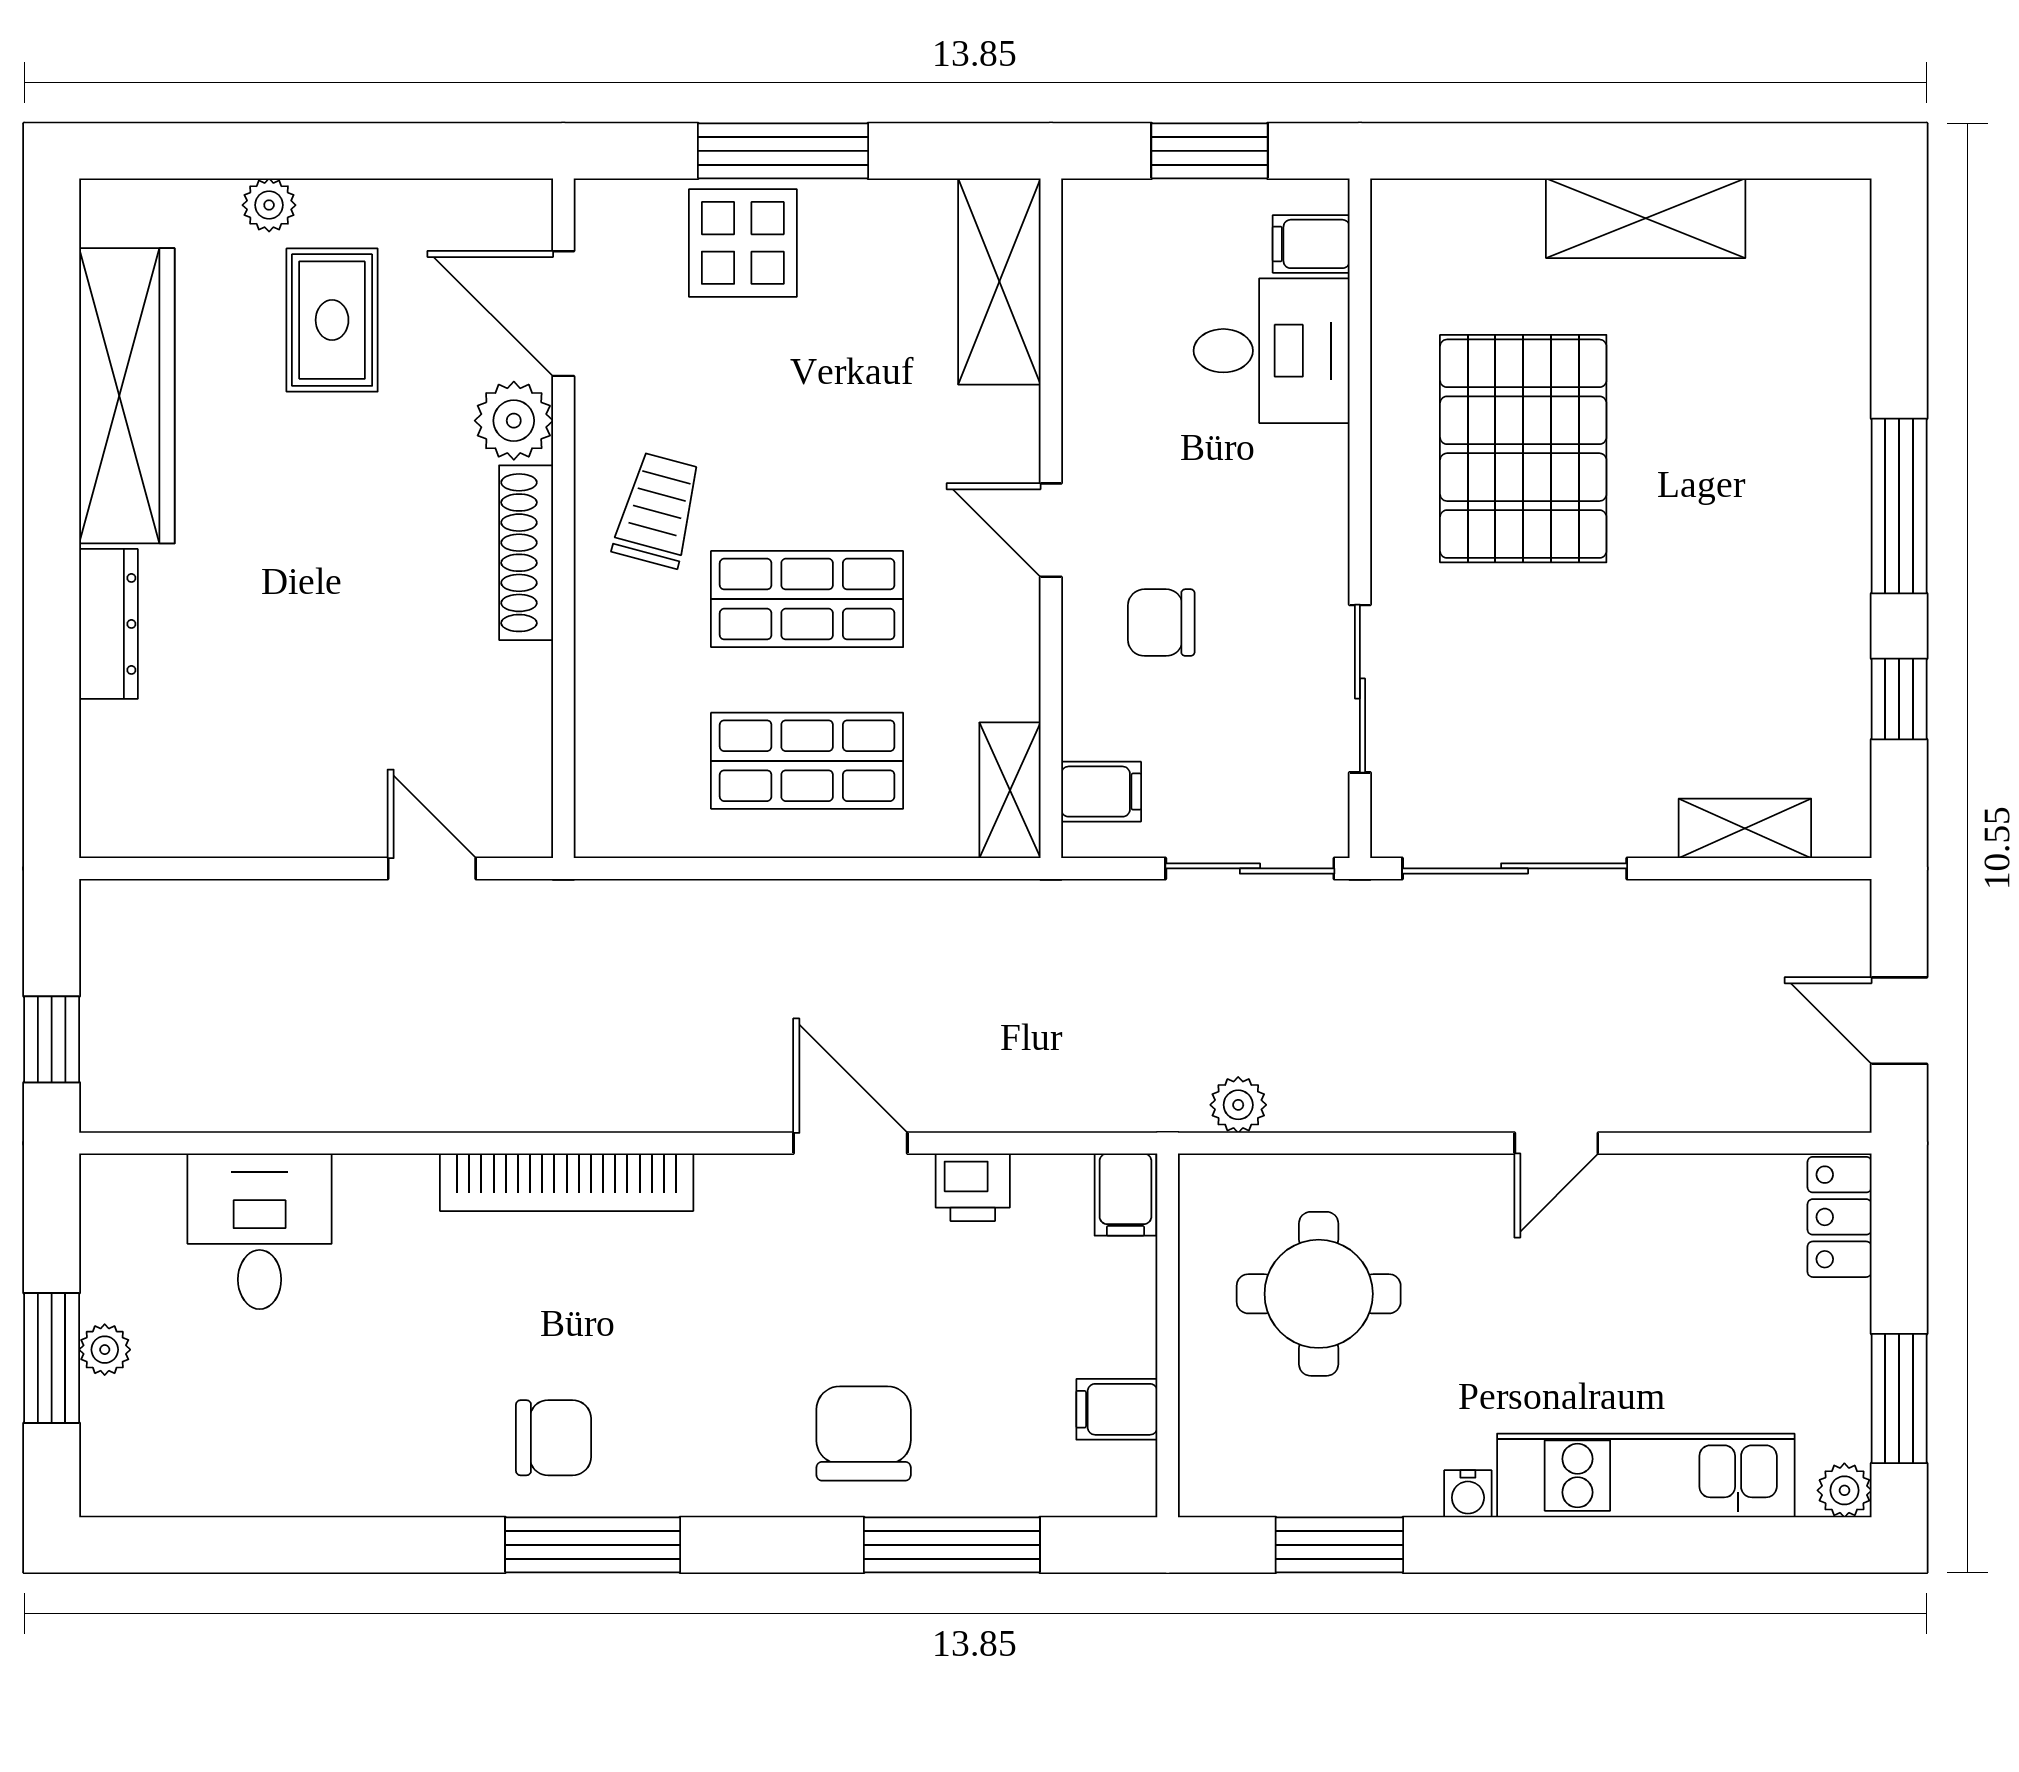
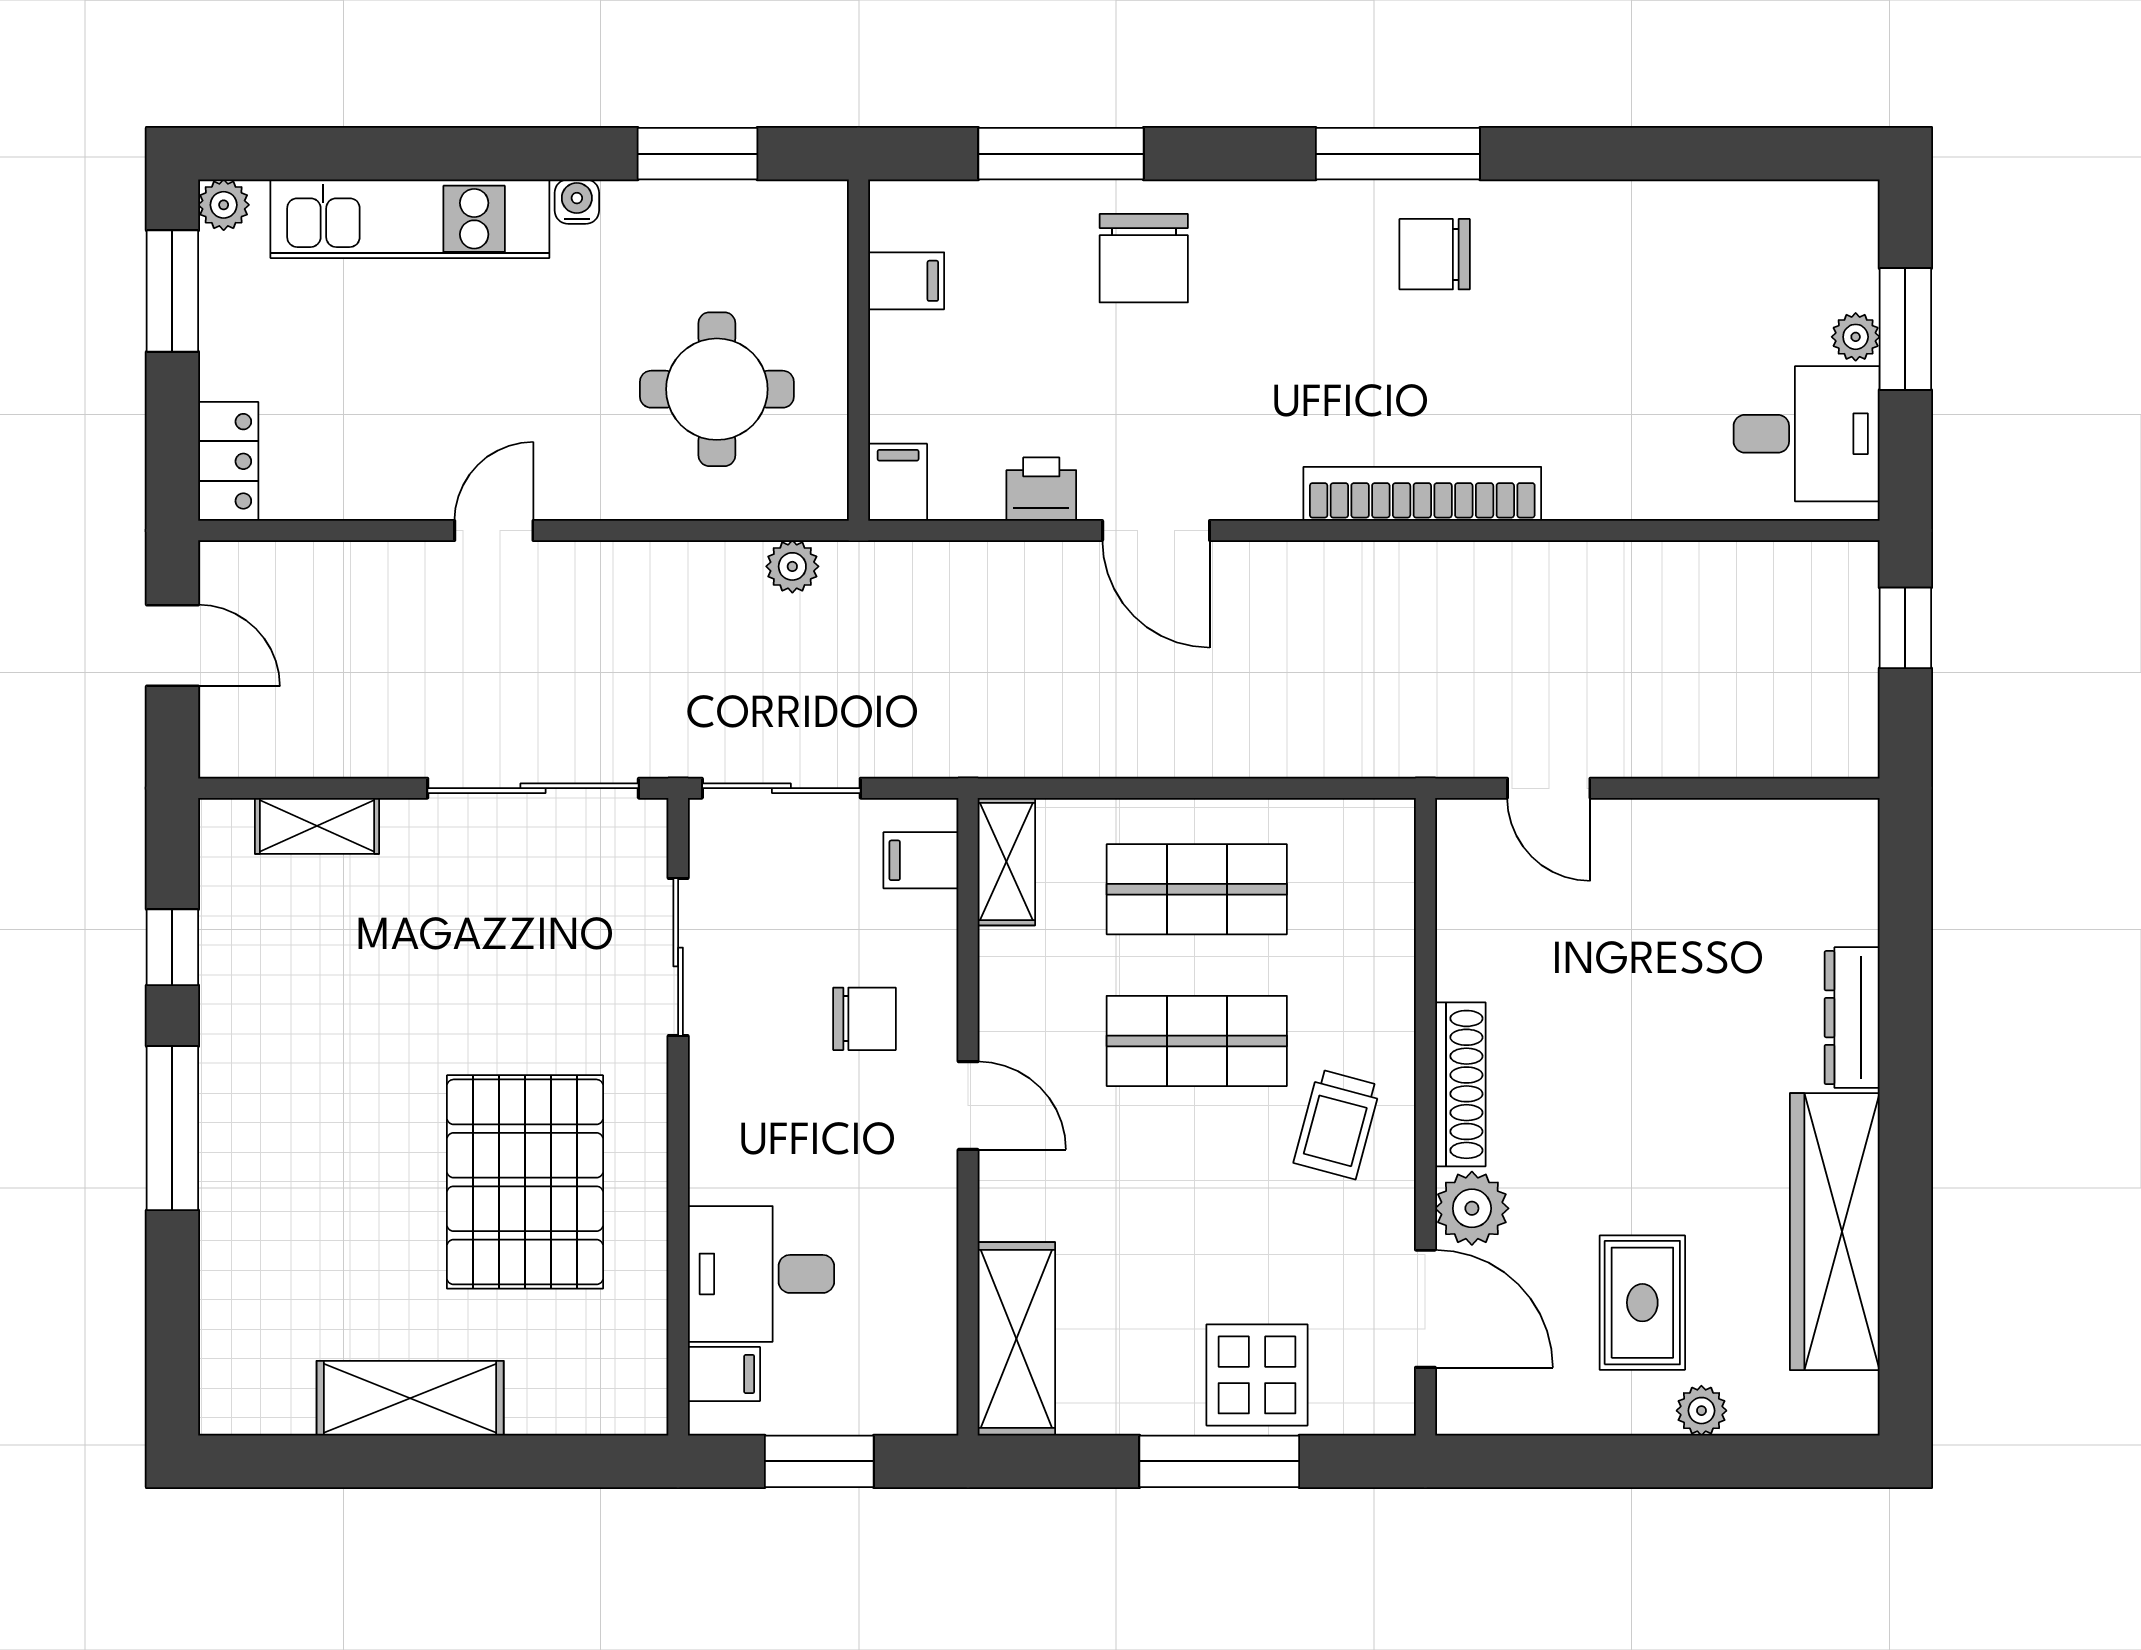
desk: (260, 1231) -> (1807, 434), moved, turned -90

